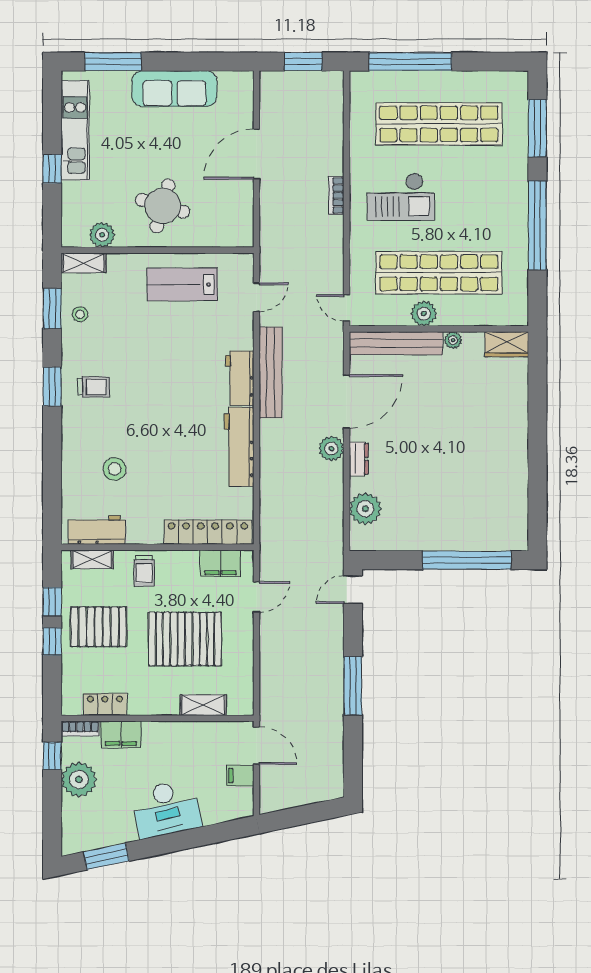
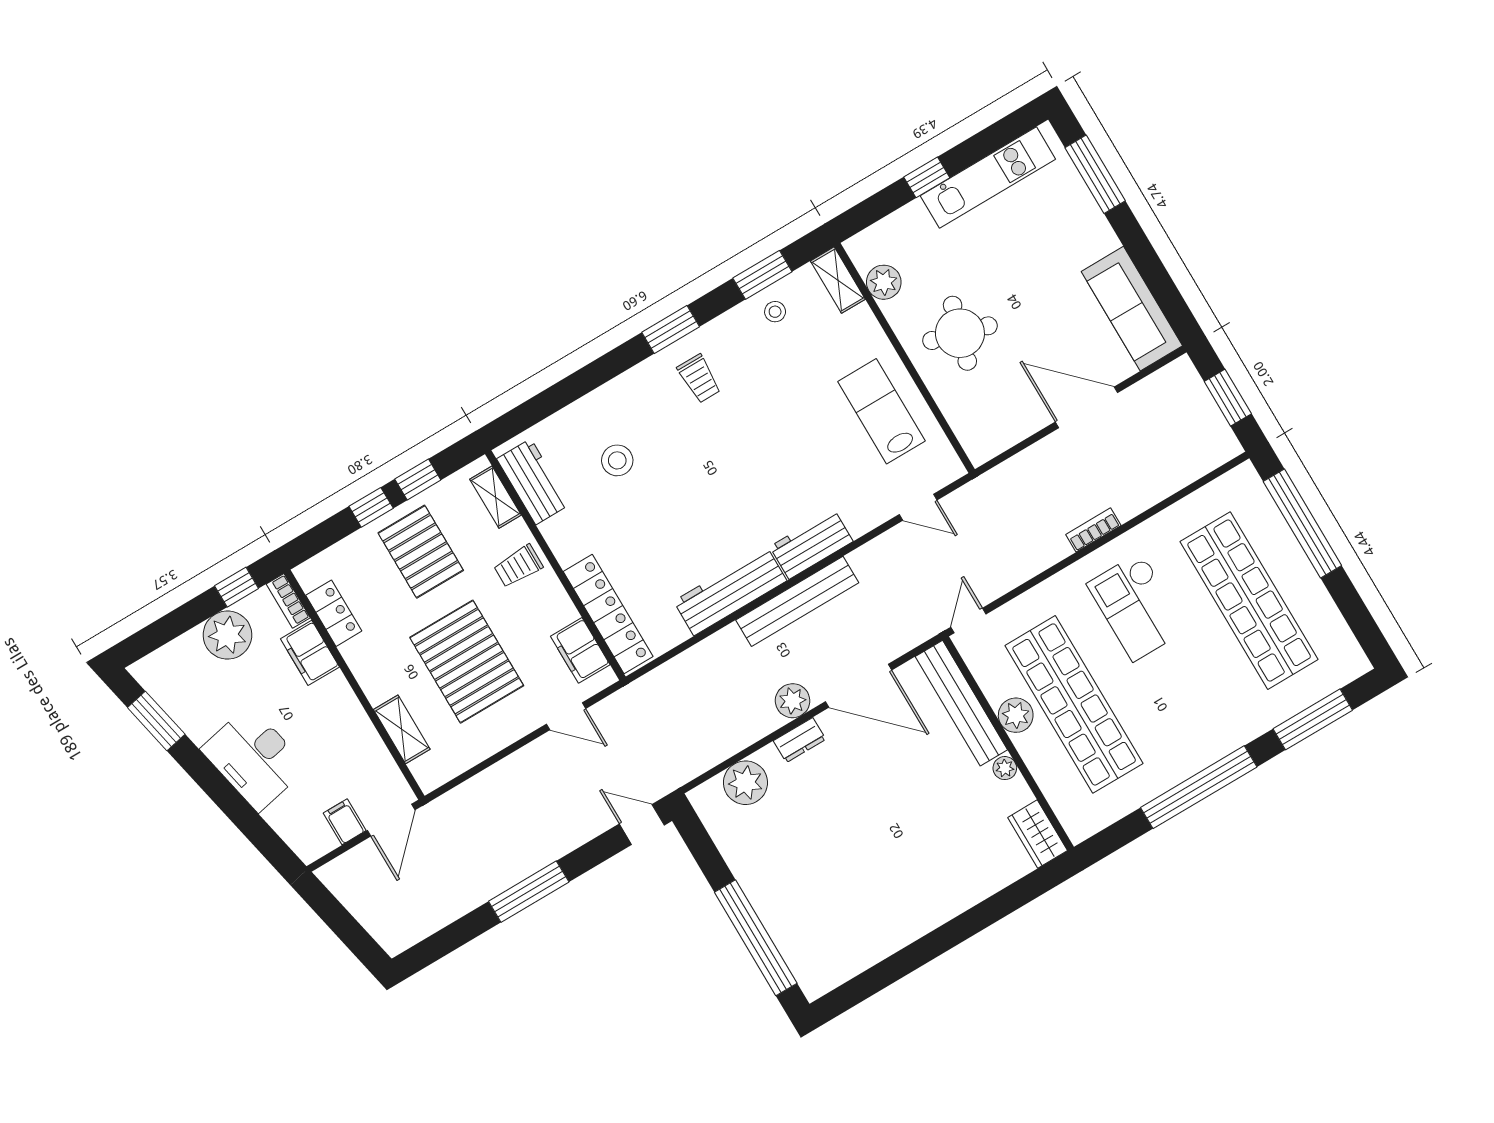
sofa: (174, 89) -> (1132, 309), moved
bench: (271, 372) -> (797, 601), moved

